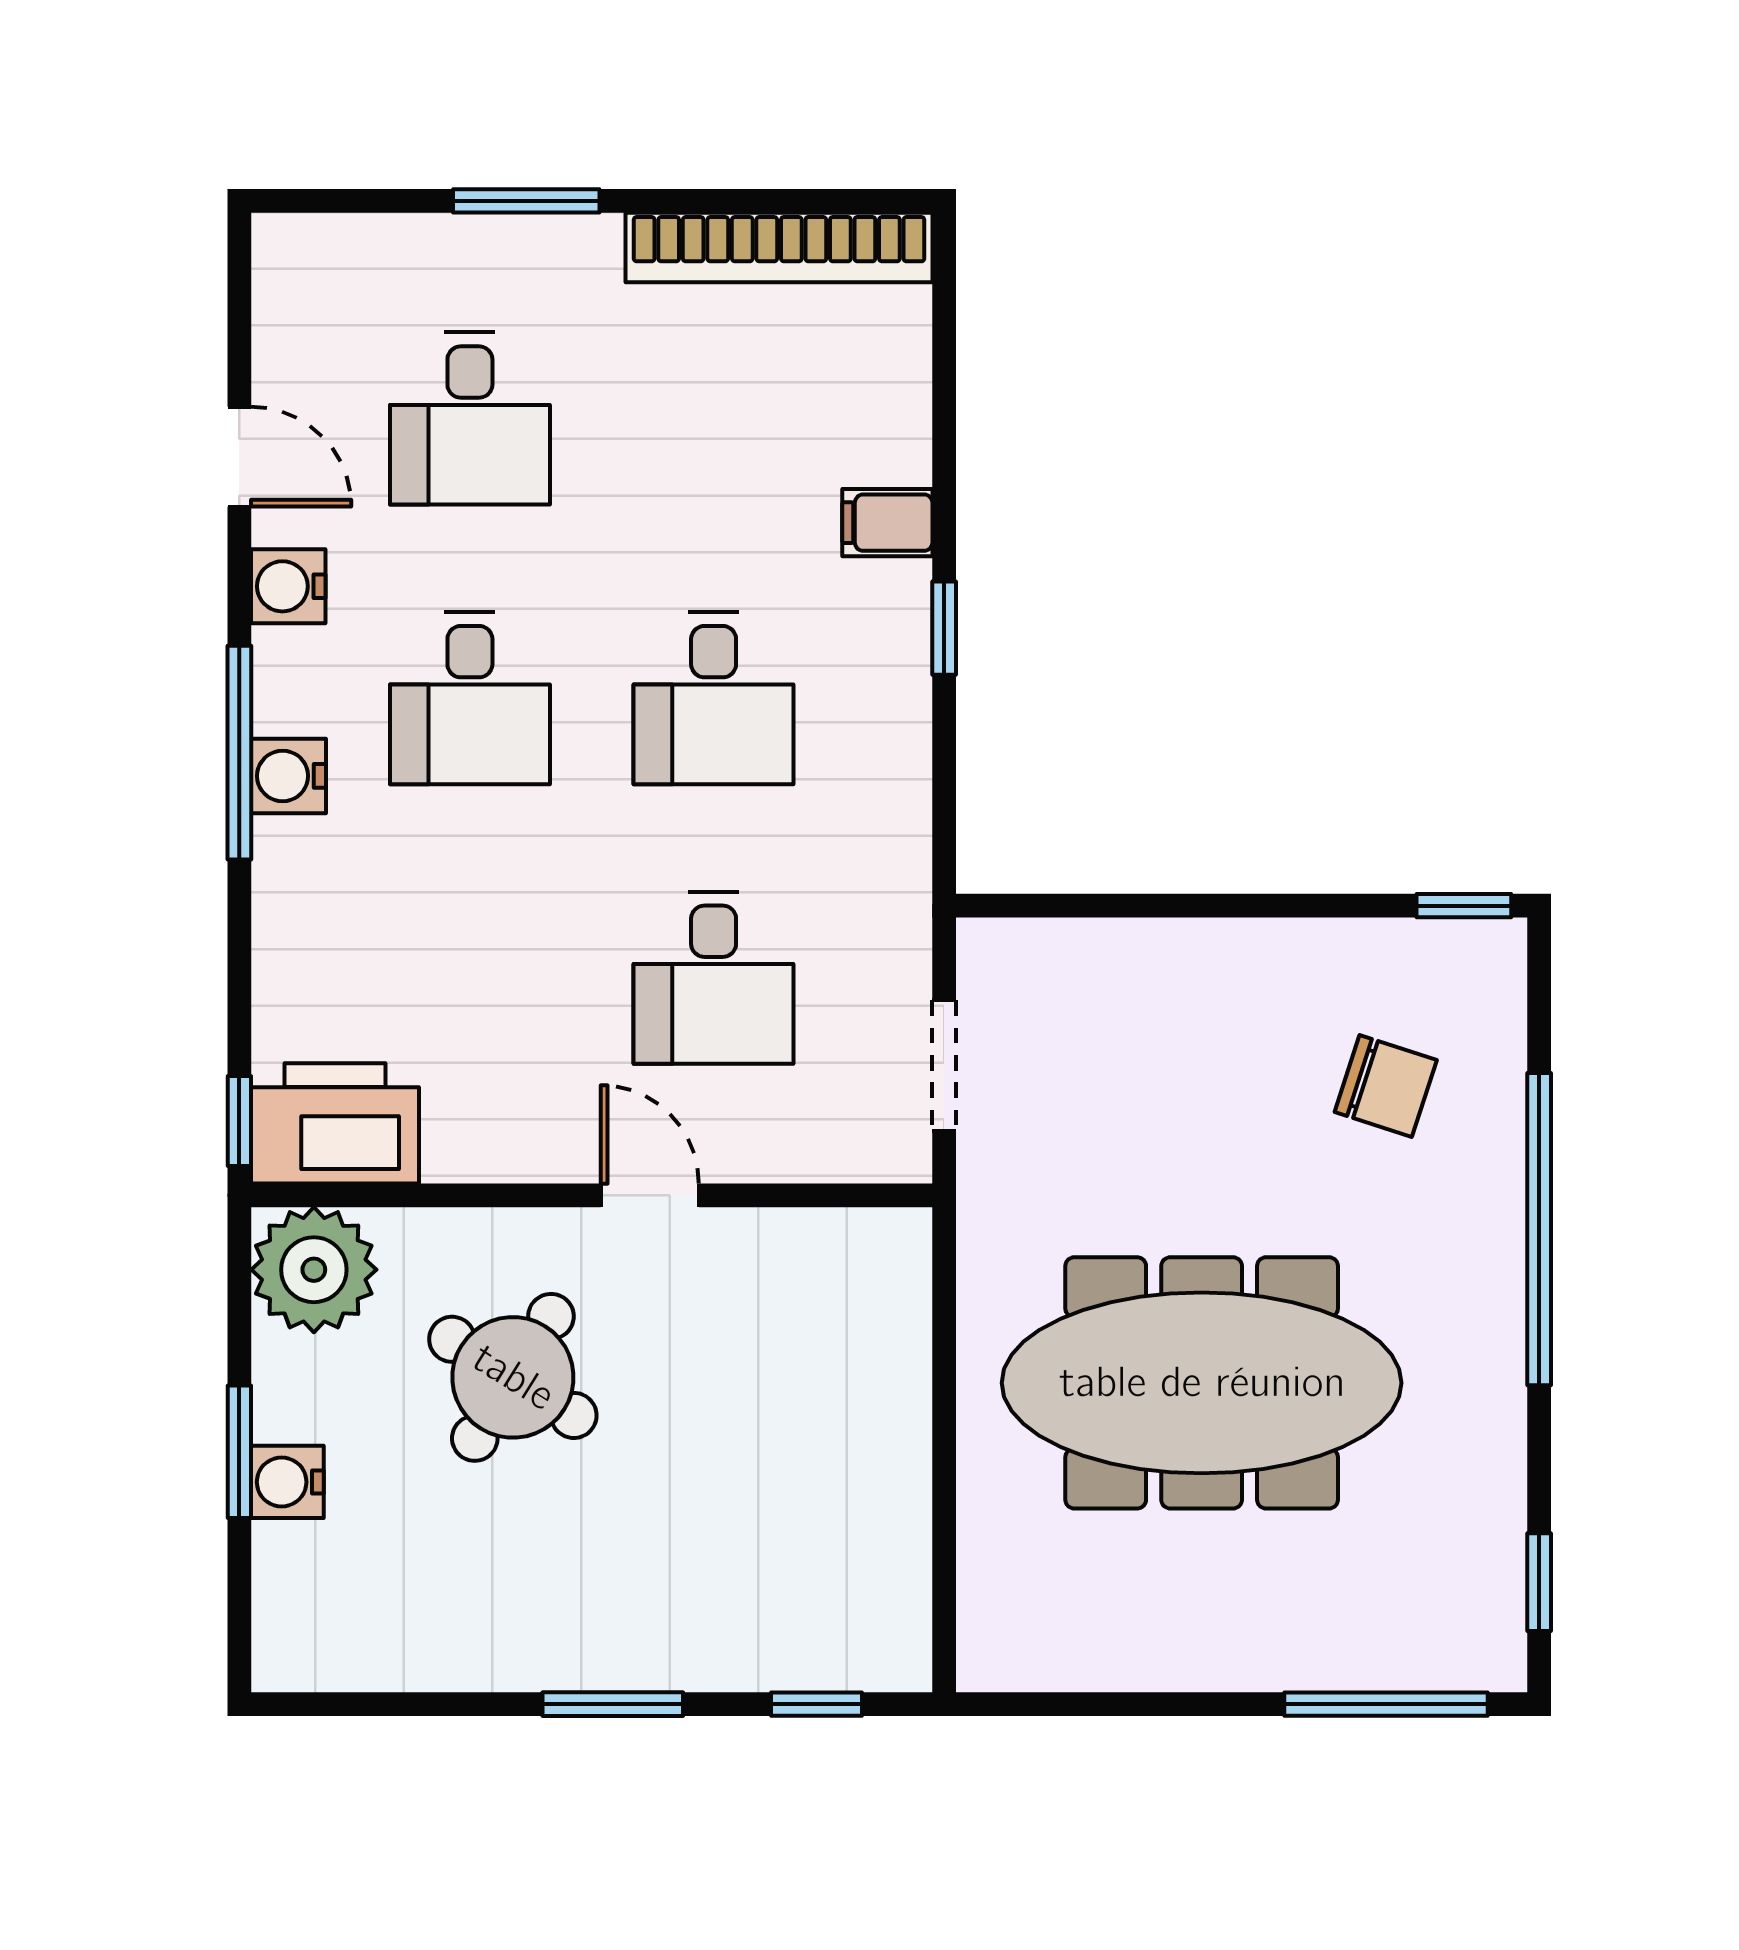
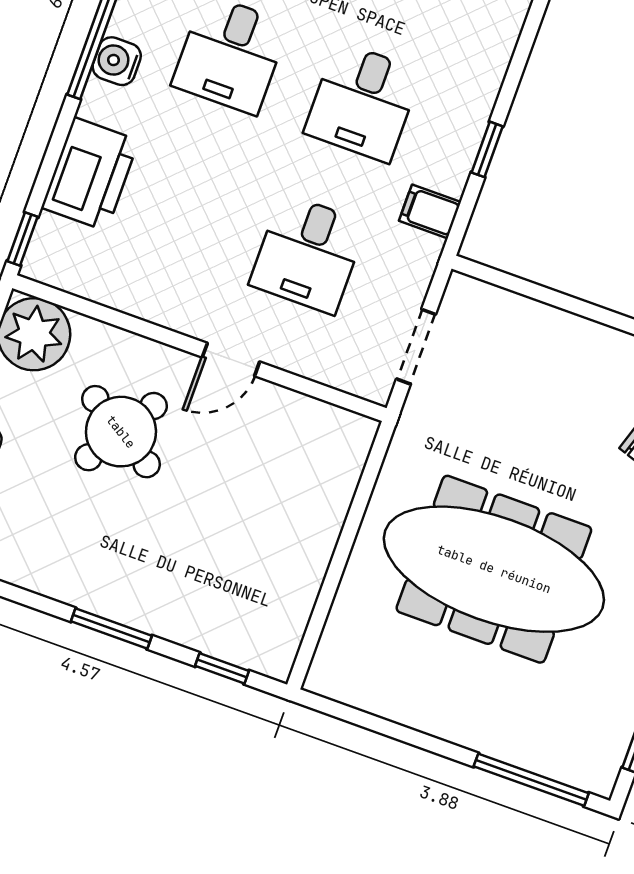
filing cabinet: (887, 523) -> (430, 211), moved
window: (944, 628) -> (487, 149), moved
printer: (335, 1123) -> (90, 174), moved, turned 90
door: (650, 1195) -> (231, 359), swing flipped

